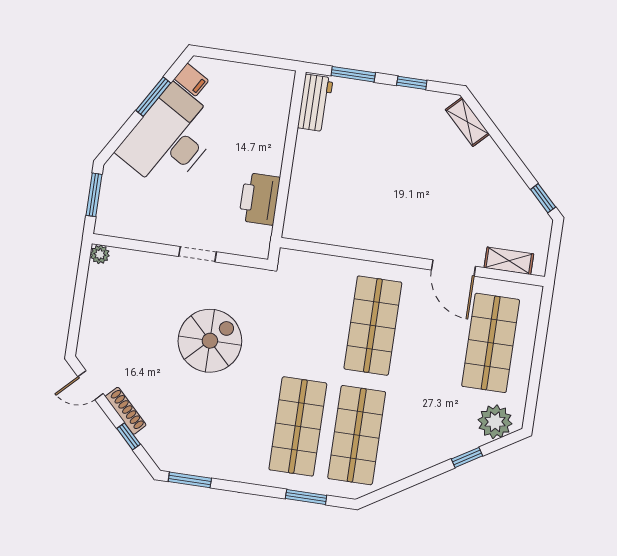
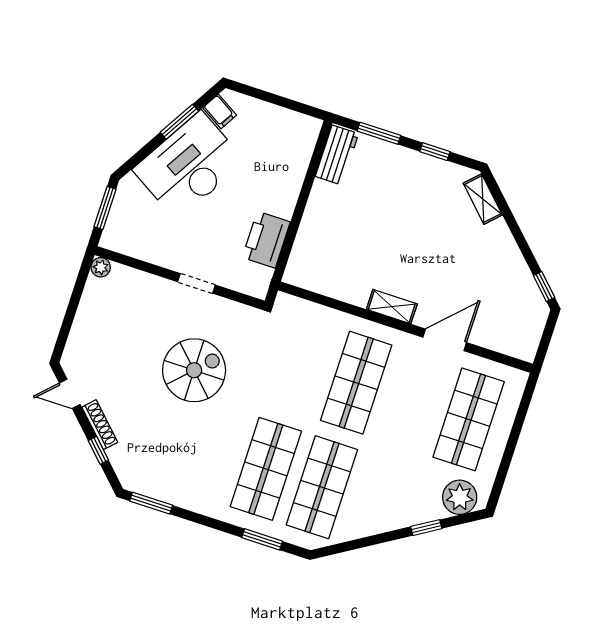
shelving: (509, 261) -> (392, 307), moved
door: (453, 268) -> (445, 340), swing flipped

